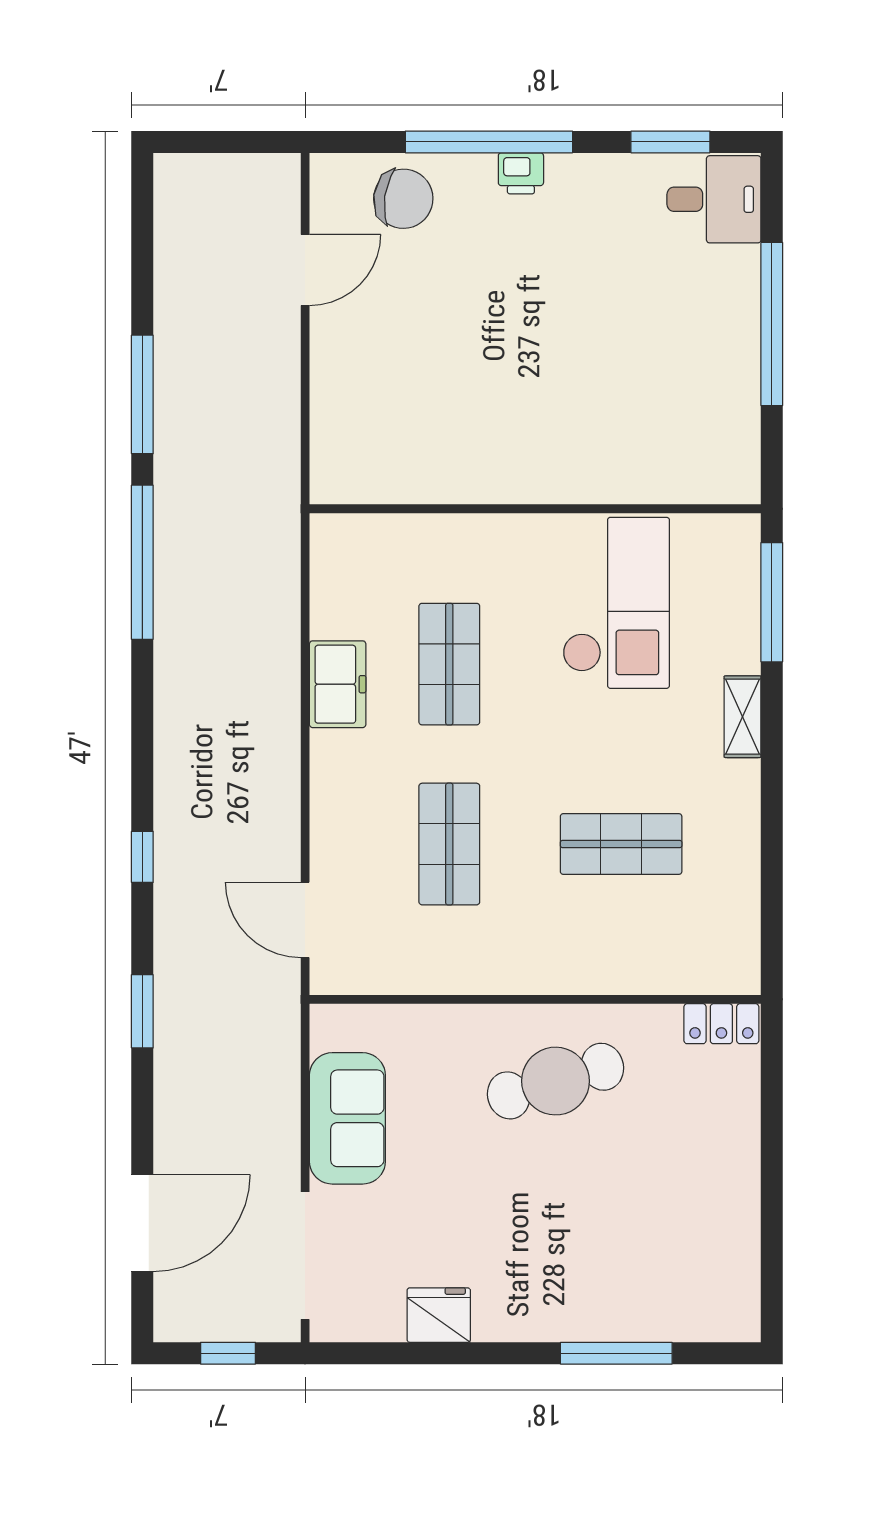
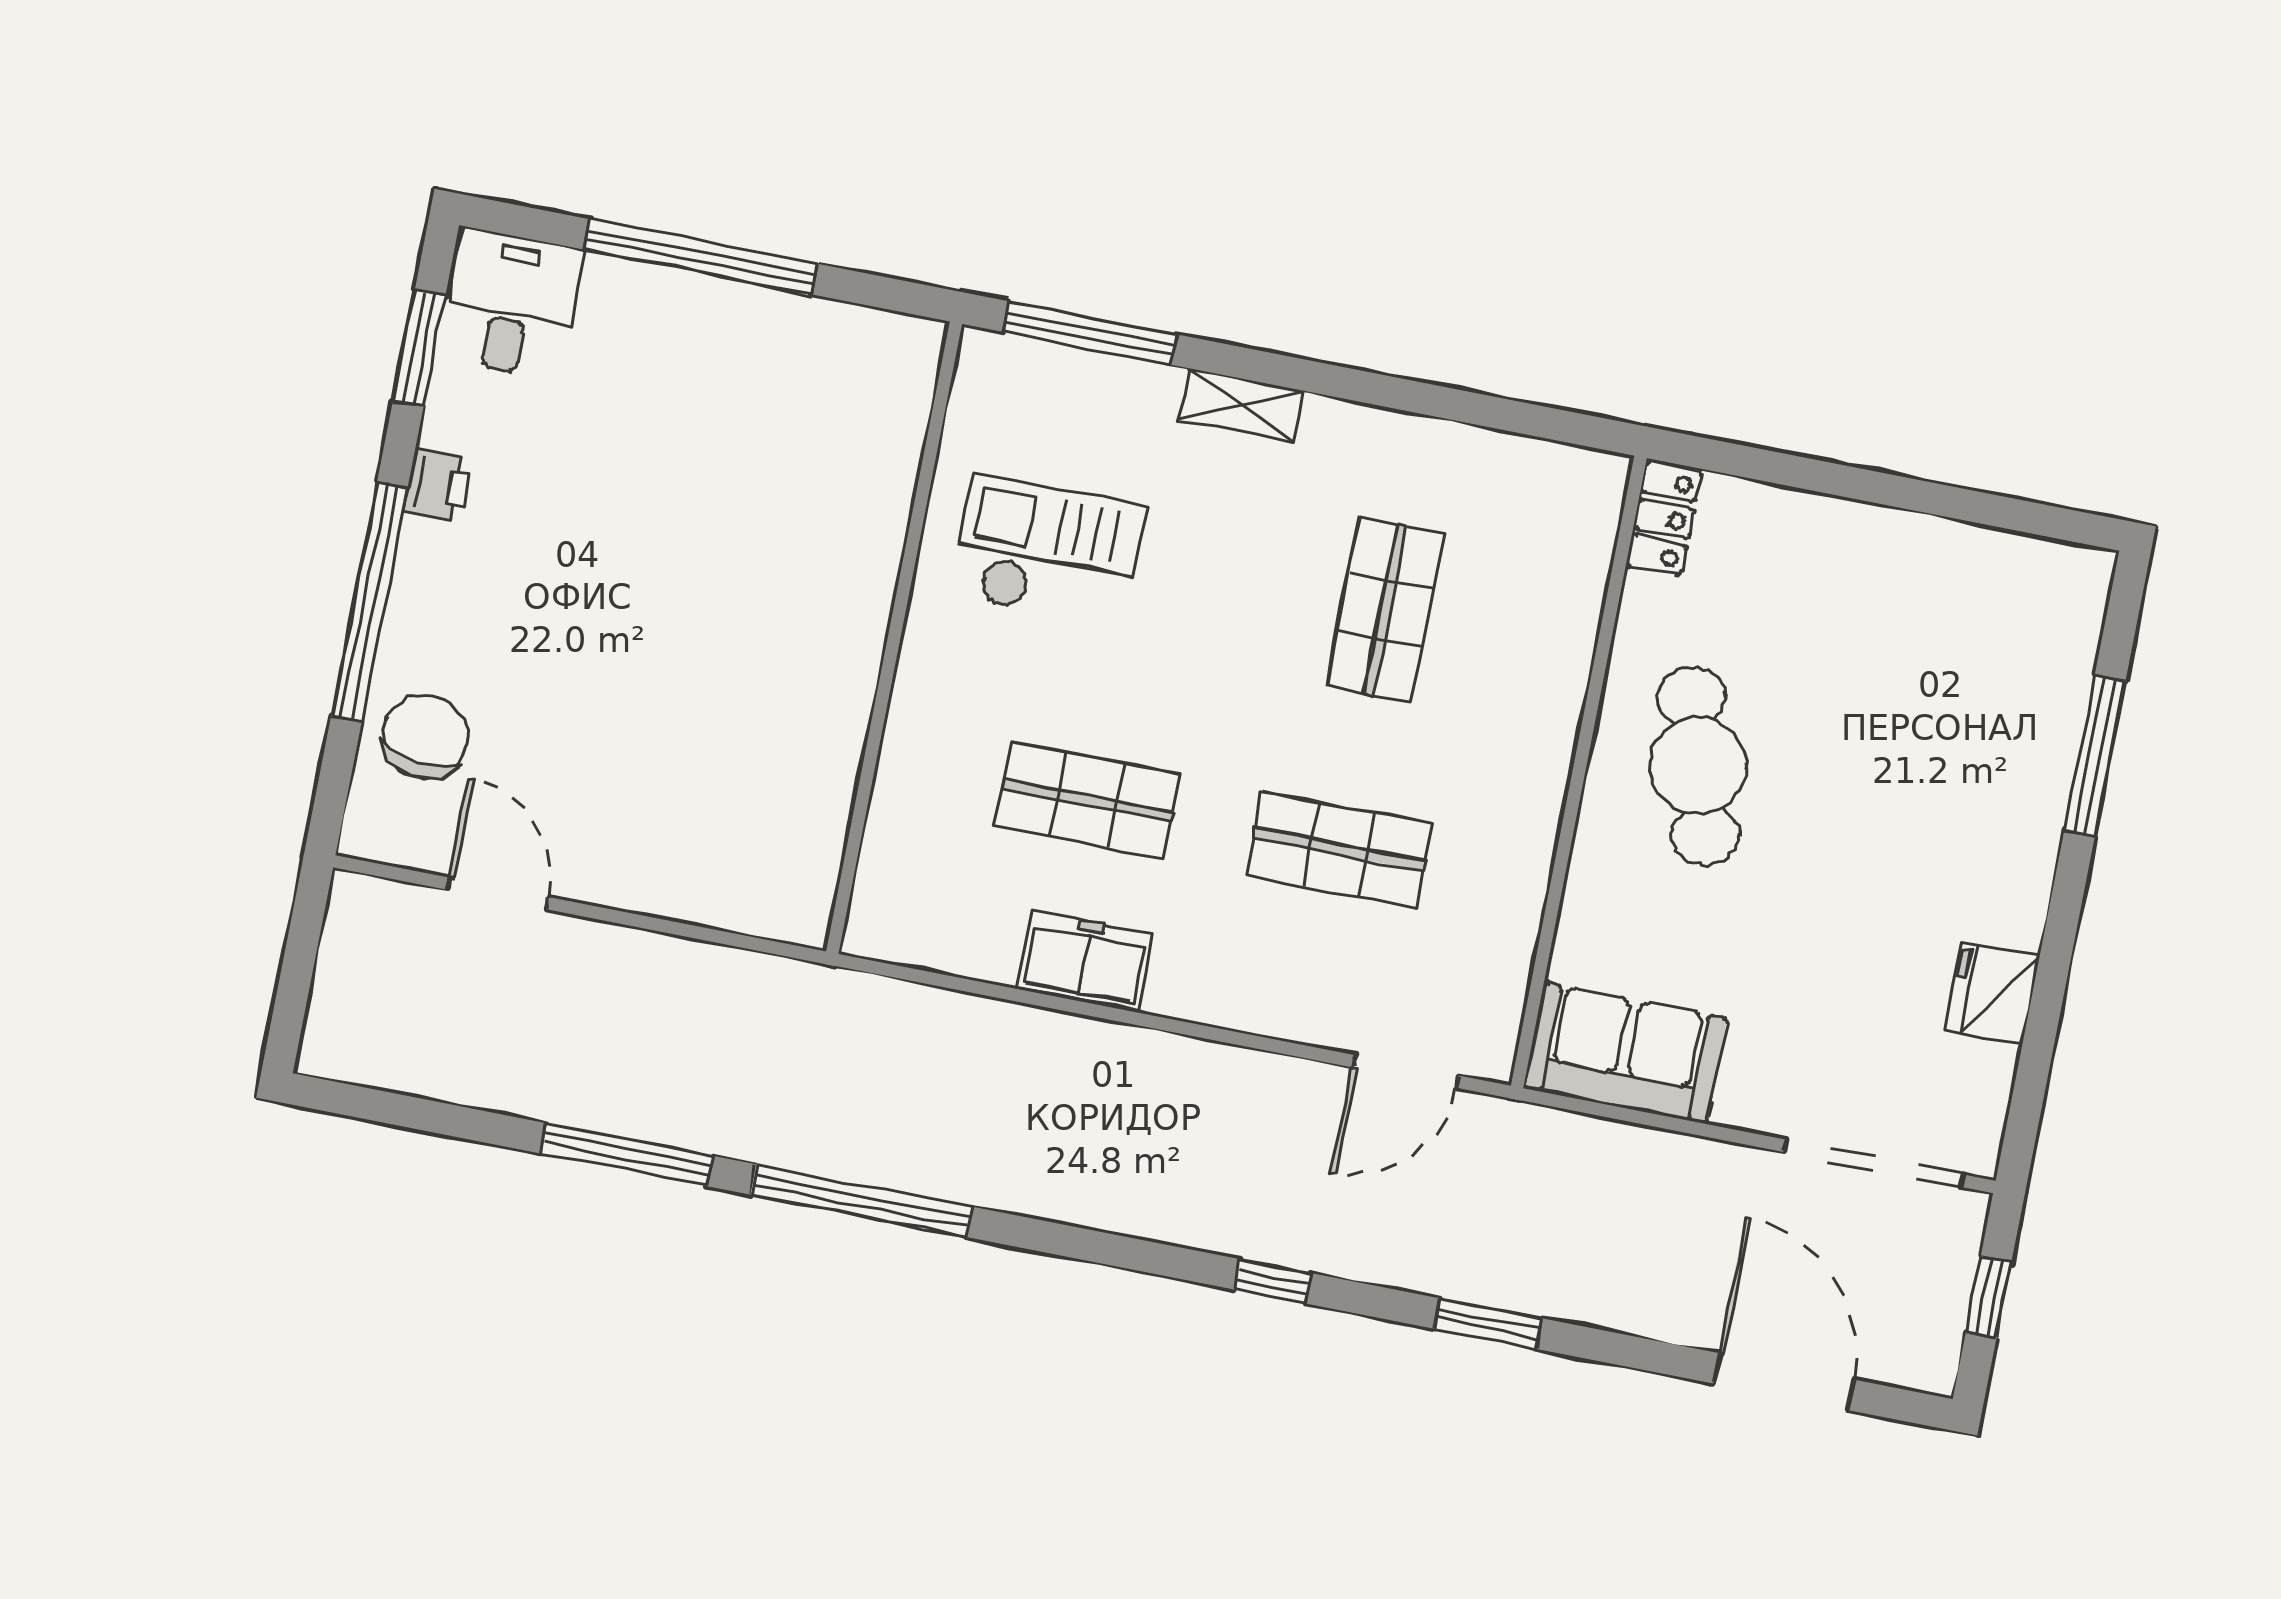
printer: (521, 173) -> (438, 485), moved
checkout: (616, 603) -> (1048, 551), width x0.73, depth x0.83
sofa: (347, 1118) -> (1625, 1053), moved

